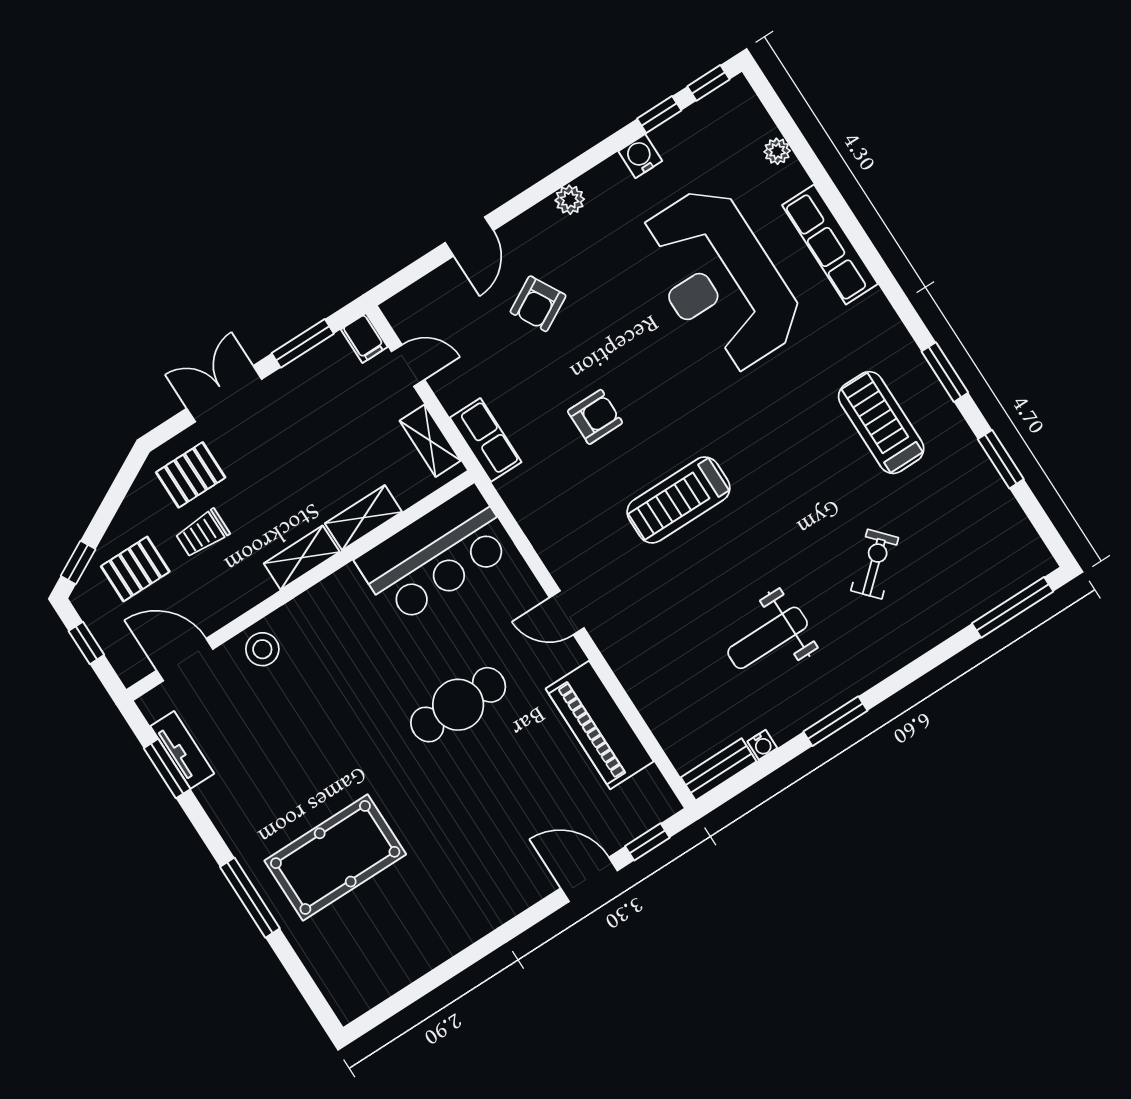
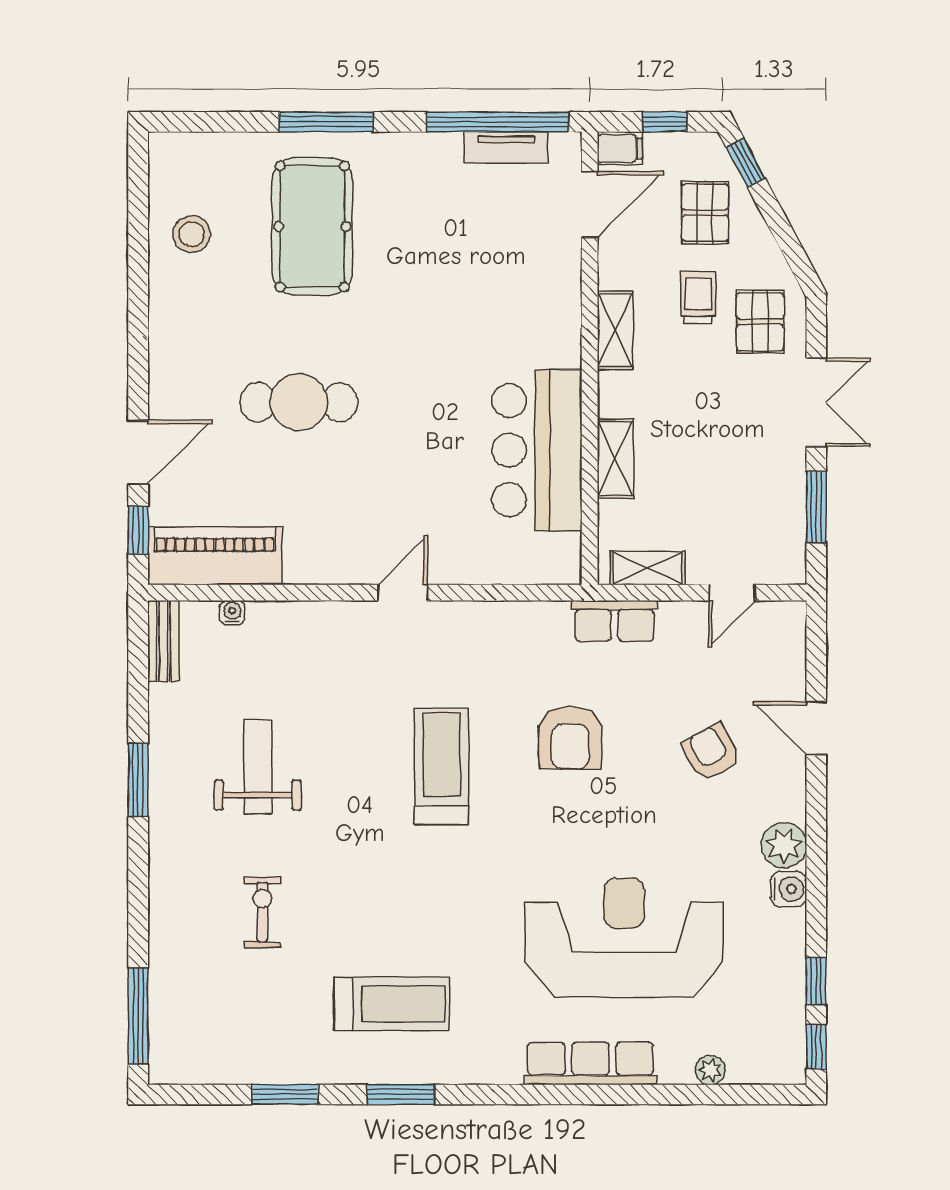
water cooler: (640, 156) -> (789, 889), moved
plant: (570, 200) -> (784, 845), width x1.38, depth x1.38
filing cabinet: (364, 338) -> (620, 148), moved, turned 180
armchair: (595, 417) -> (570, 738), width x1.38, depth x1.38
bar counter: (435, 555) -> (537, 450), moved
shelving: (302, 558) -> (615, 330), moved
exercise bike: (875, 564) -> (262, 912), turned -138
stool: (262, 649) -> (192, 234), moved
cafe table: (458, 705) -> (299, 402), moved, turned 90
piano: (600, 725) -> (215, 556), moved
water cooler: (762, 745) -> (232, 613), moved, turned 90
window: (167, 769) -> (498, 122), width x2.11

